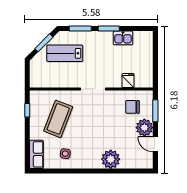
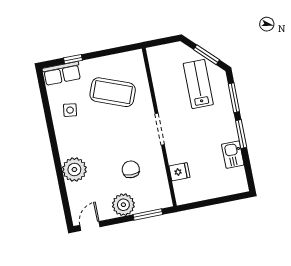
chair: (132, 107) -> (131, 169), moved
window: (27, 110) -> (73, 59), moved
door: (155, 144) -> (90, 226), moved

